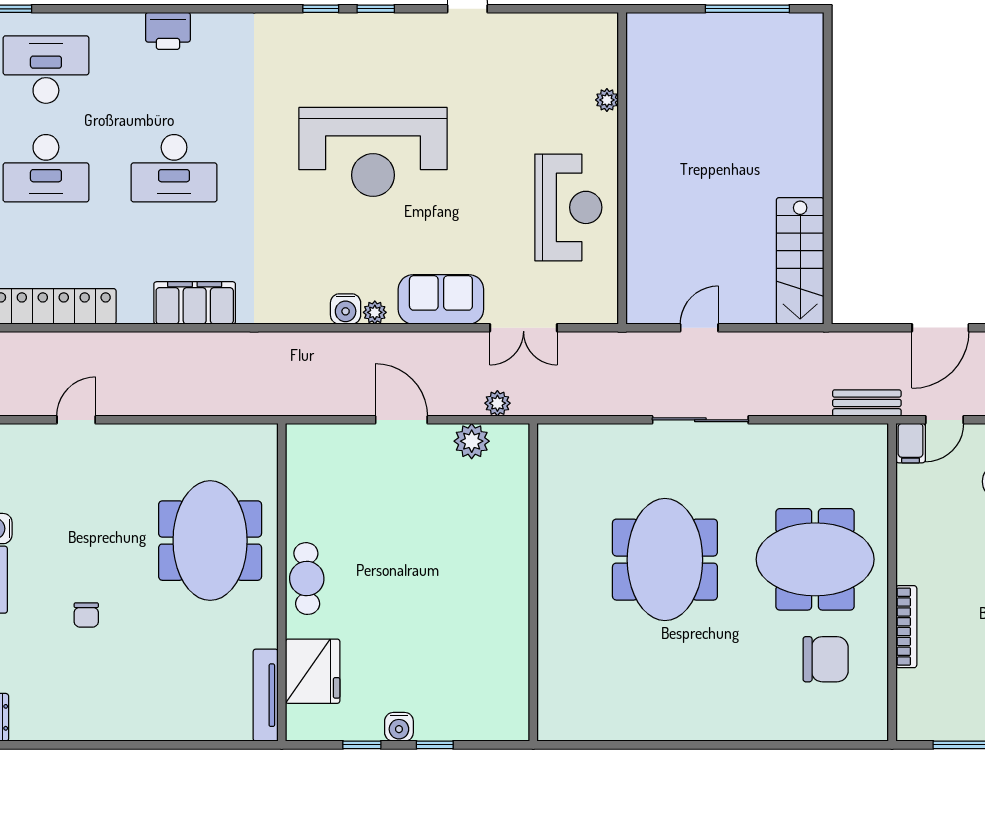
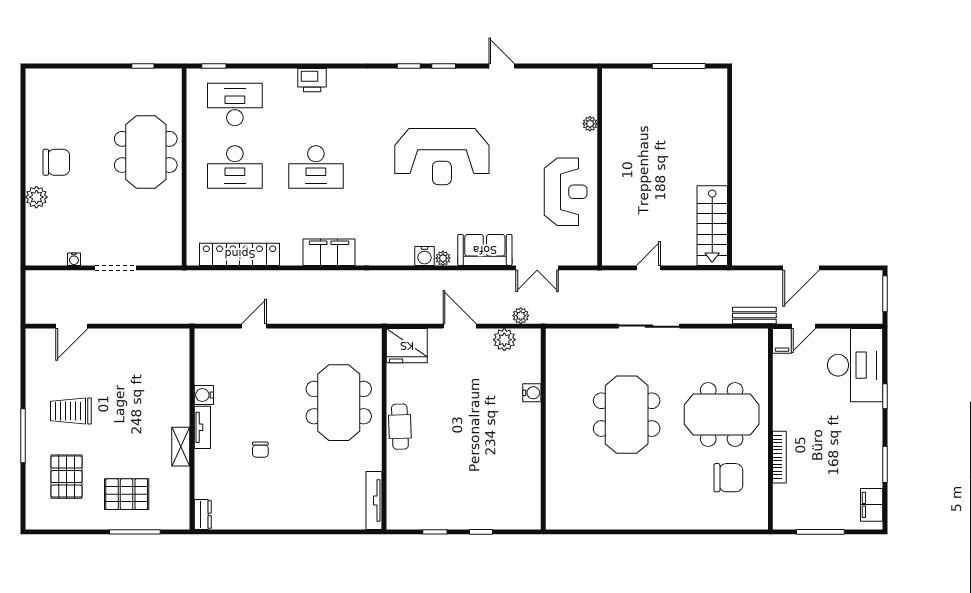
fridge: (313, 671) -> (407, 346), moved, turned 90
water cooler: (399, 727) -> (532, 393), moved, turned -90

